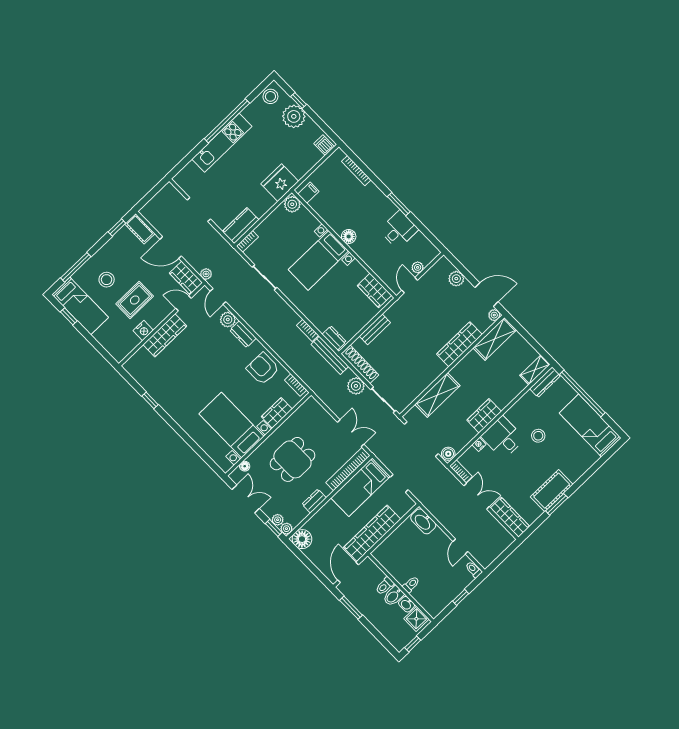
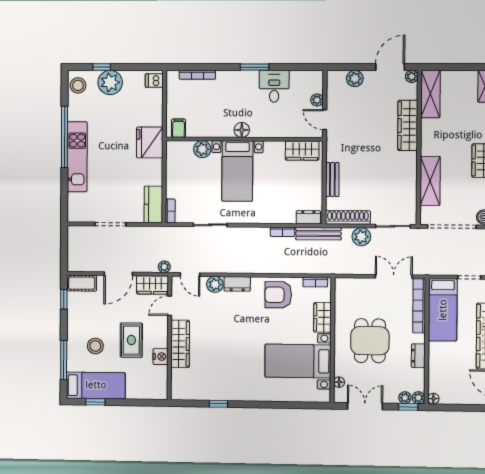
plant: (292, 204) -> (202, 149), moved
floor lamp: (302, 539) -> (433, 399), width x0.53, depth x0.53

